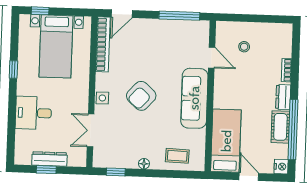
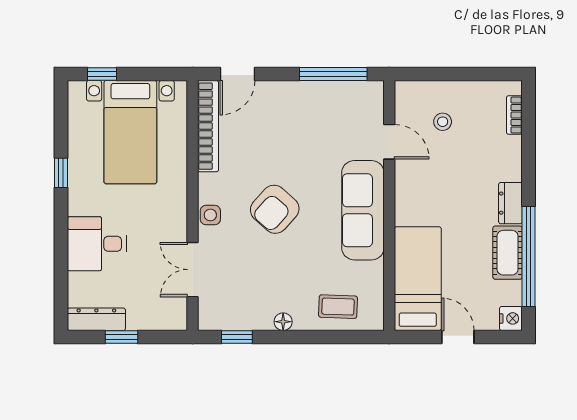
bookcase: (286, 70) -> (514, 115), moved
dresser: (49, 159) -> (96, 319), moved

